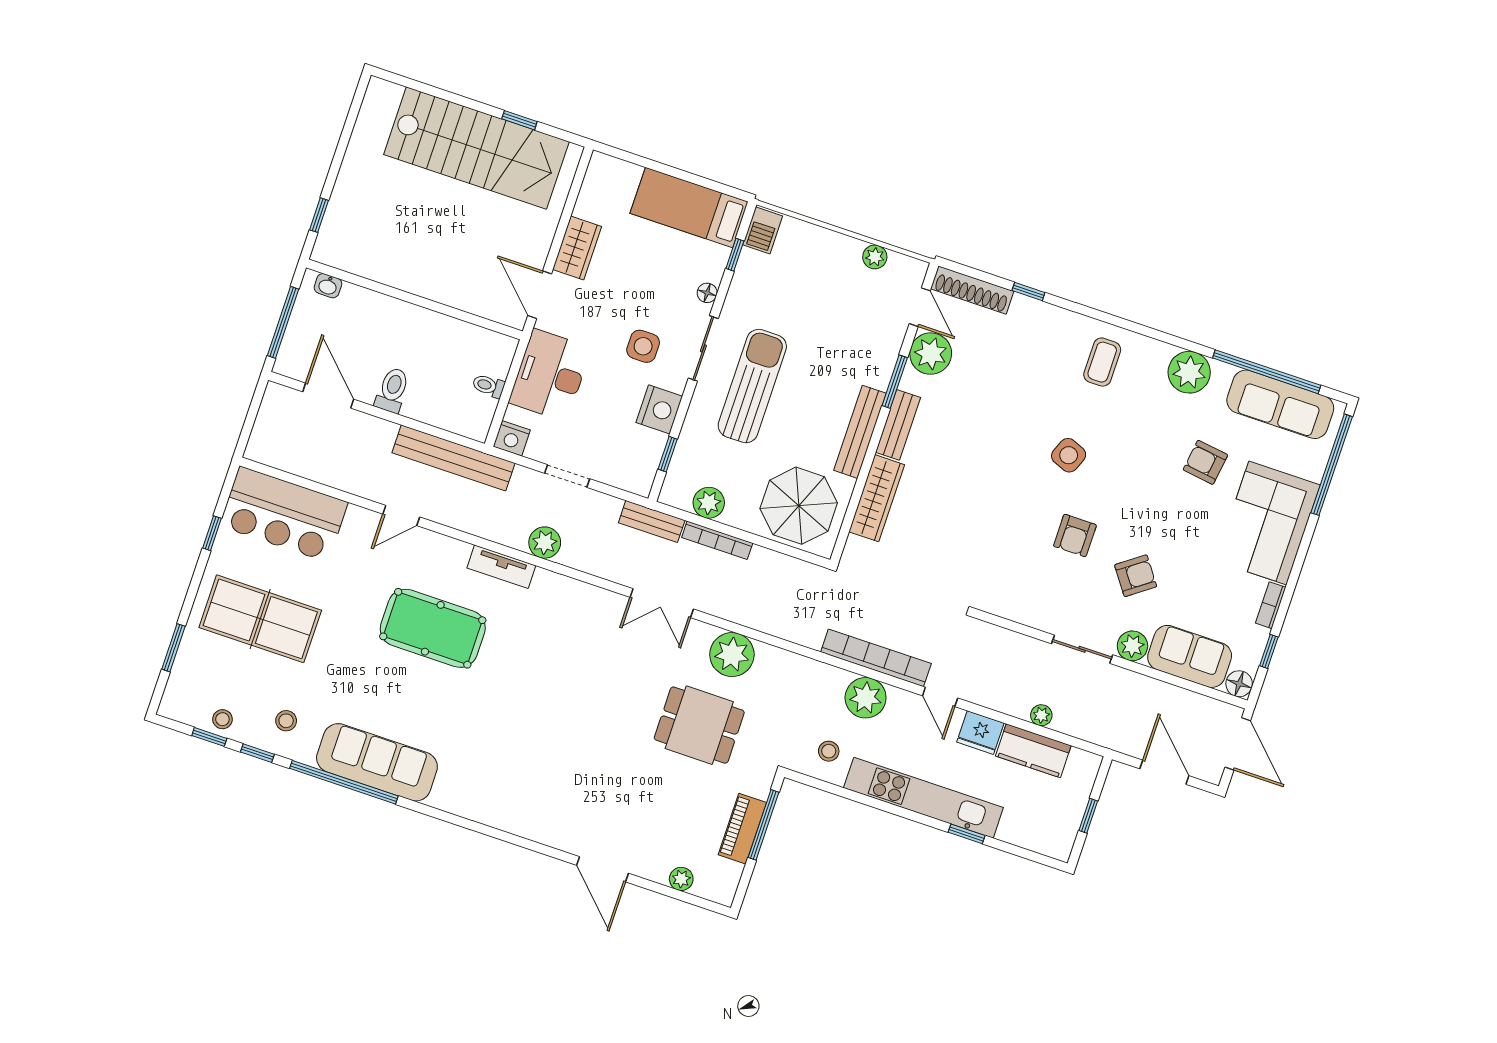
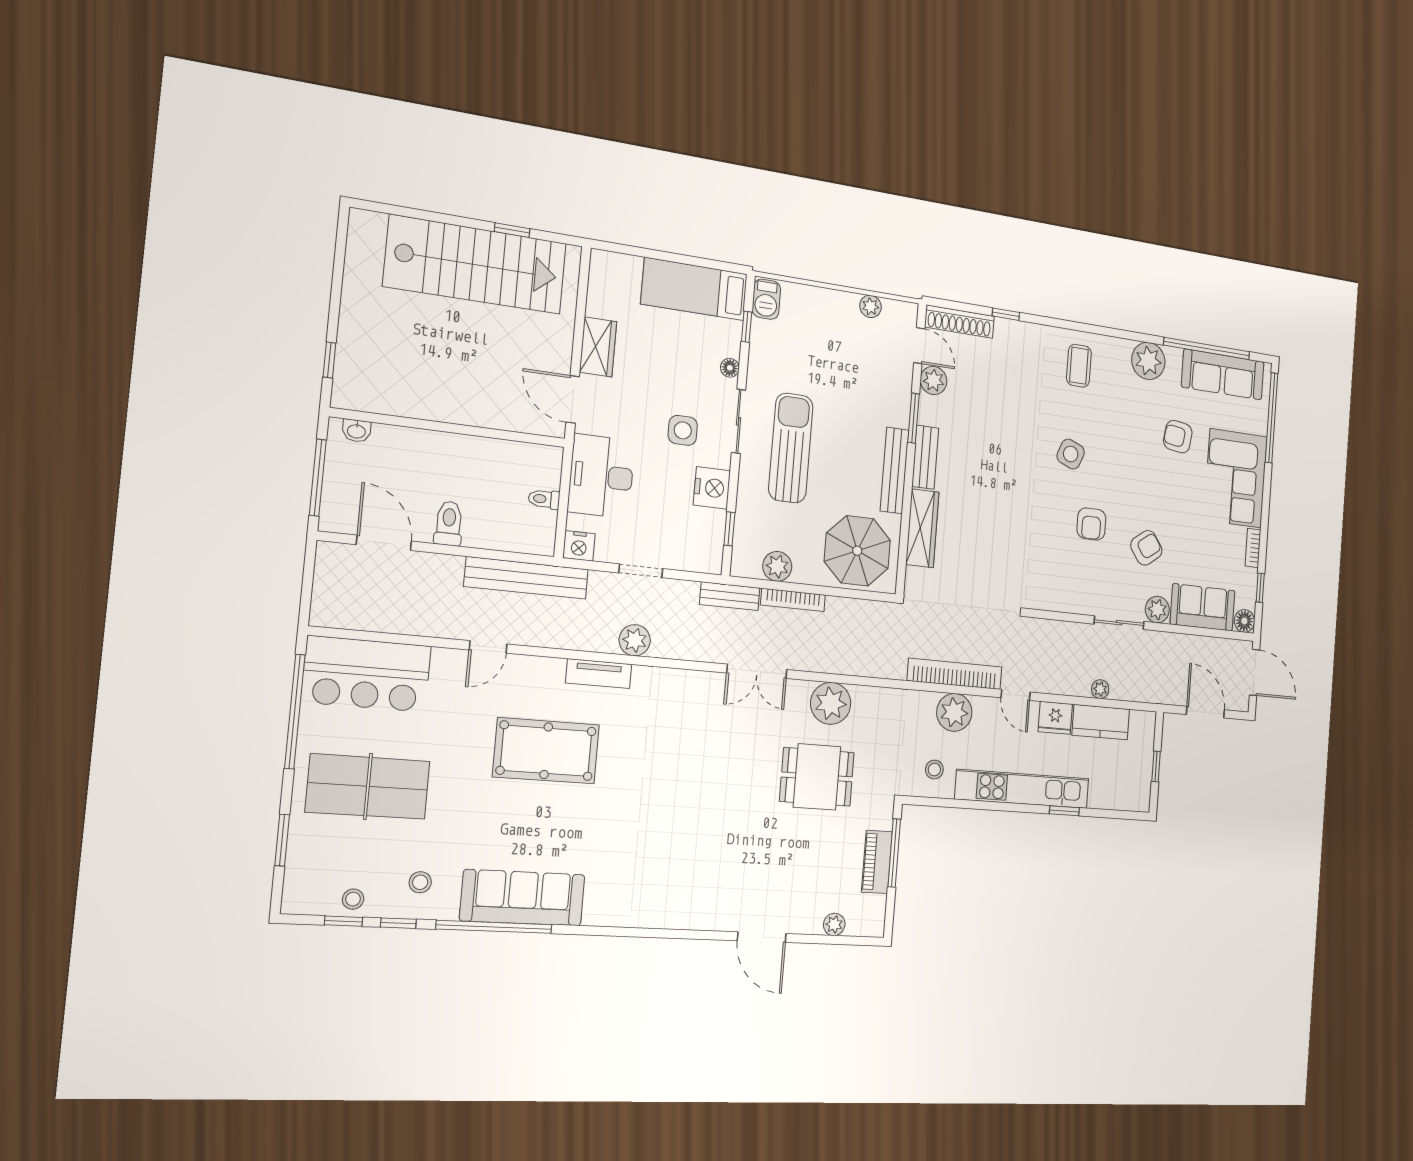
plant: (931, 354) -> (934, 380), width x0.73, depth x0.73
window: (212, 533) -> (295, 712), width x3.17

